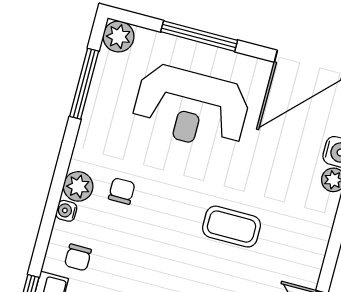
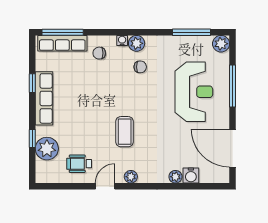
reception desk: (191, 107) -> (194, 92), turned 180
coffee table: (232, 227) -> (125, 132), moved
plant: (312, 259) -> (131, 177), added

